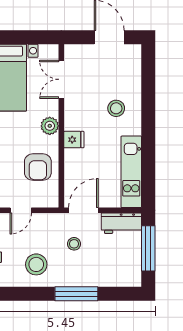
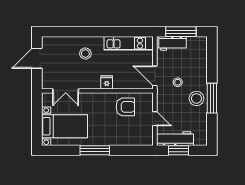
plant: (50, 126) -> (97, 99), removed
workbench: (121, 223) -> (172, 43), moved, turned 90
stool: (36, 264) -> (196, 98), moved
window: (76, 294) -> (212, 98), moved

